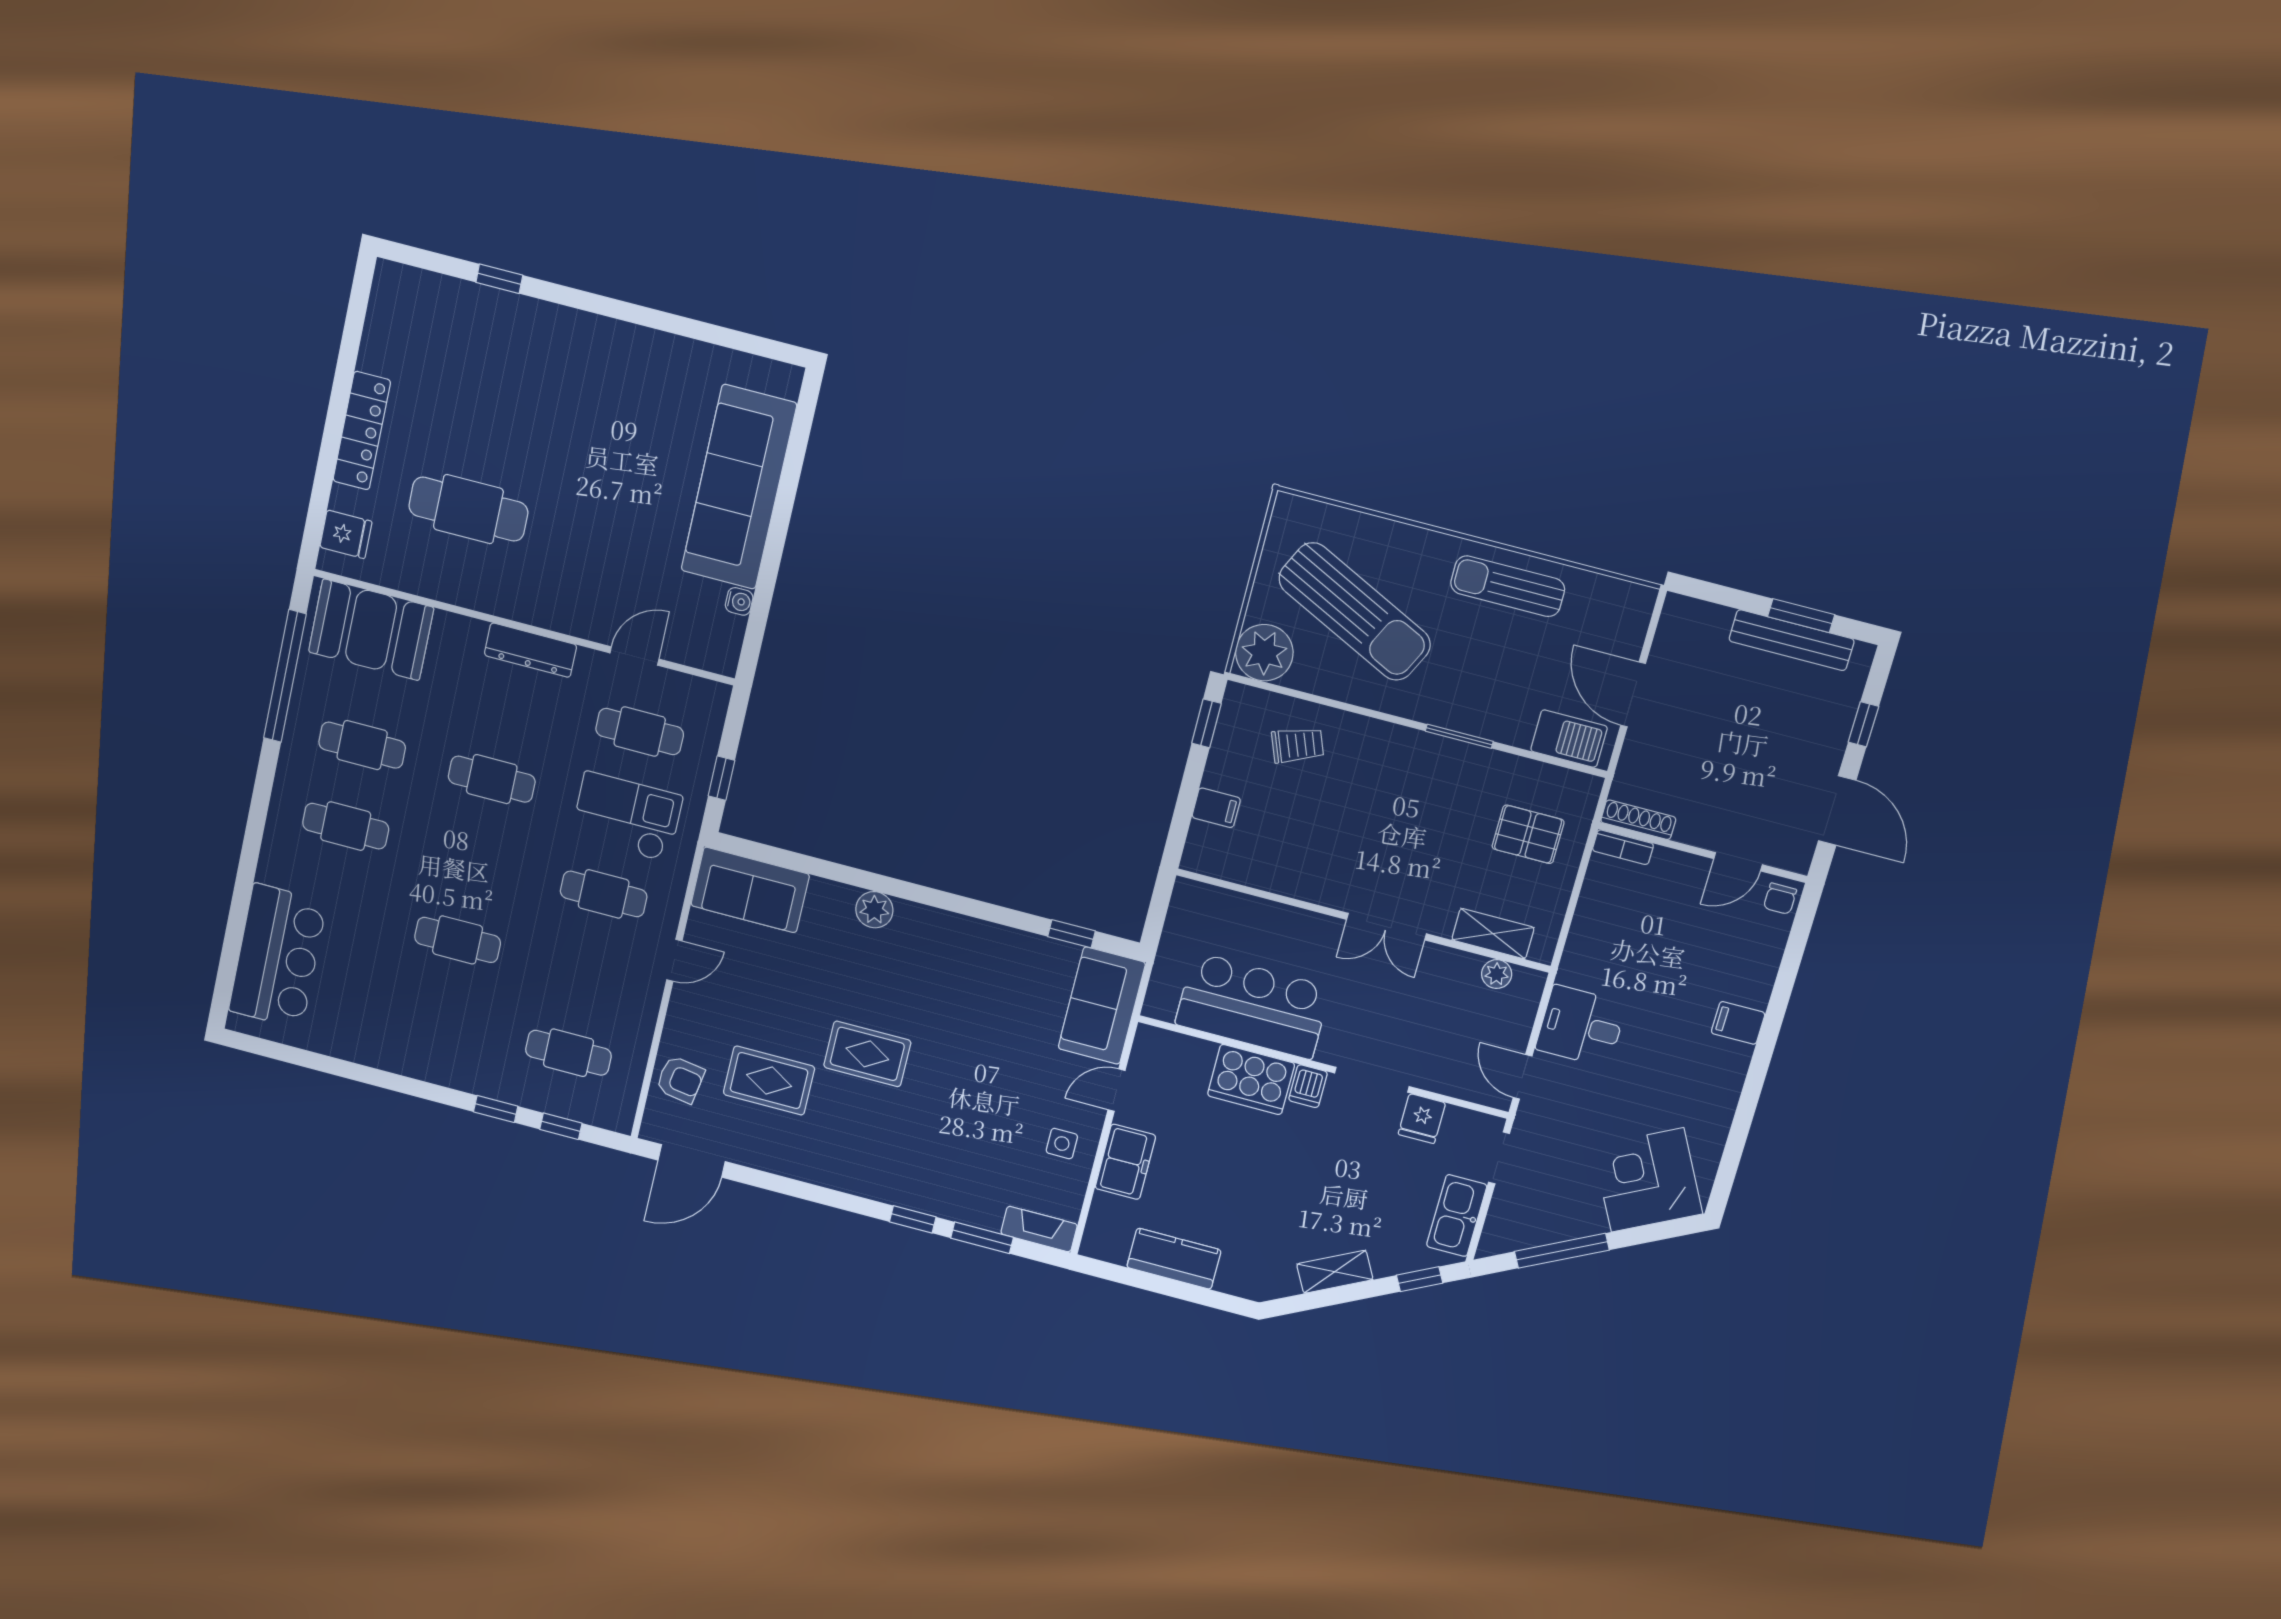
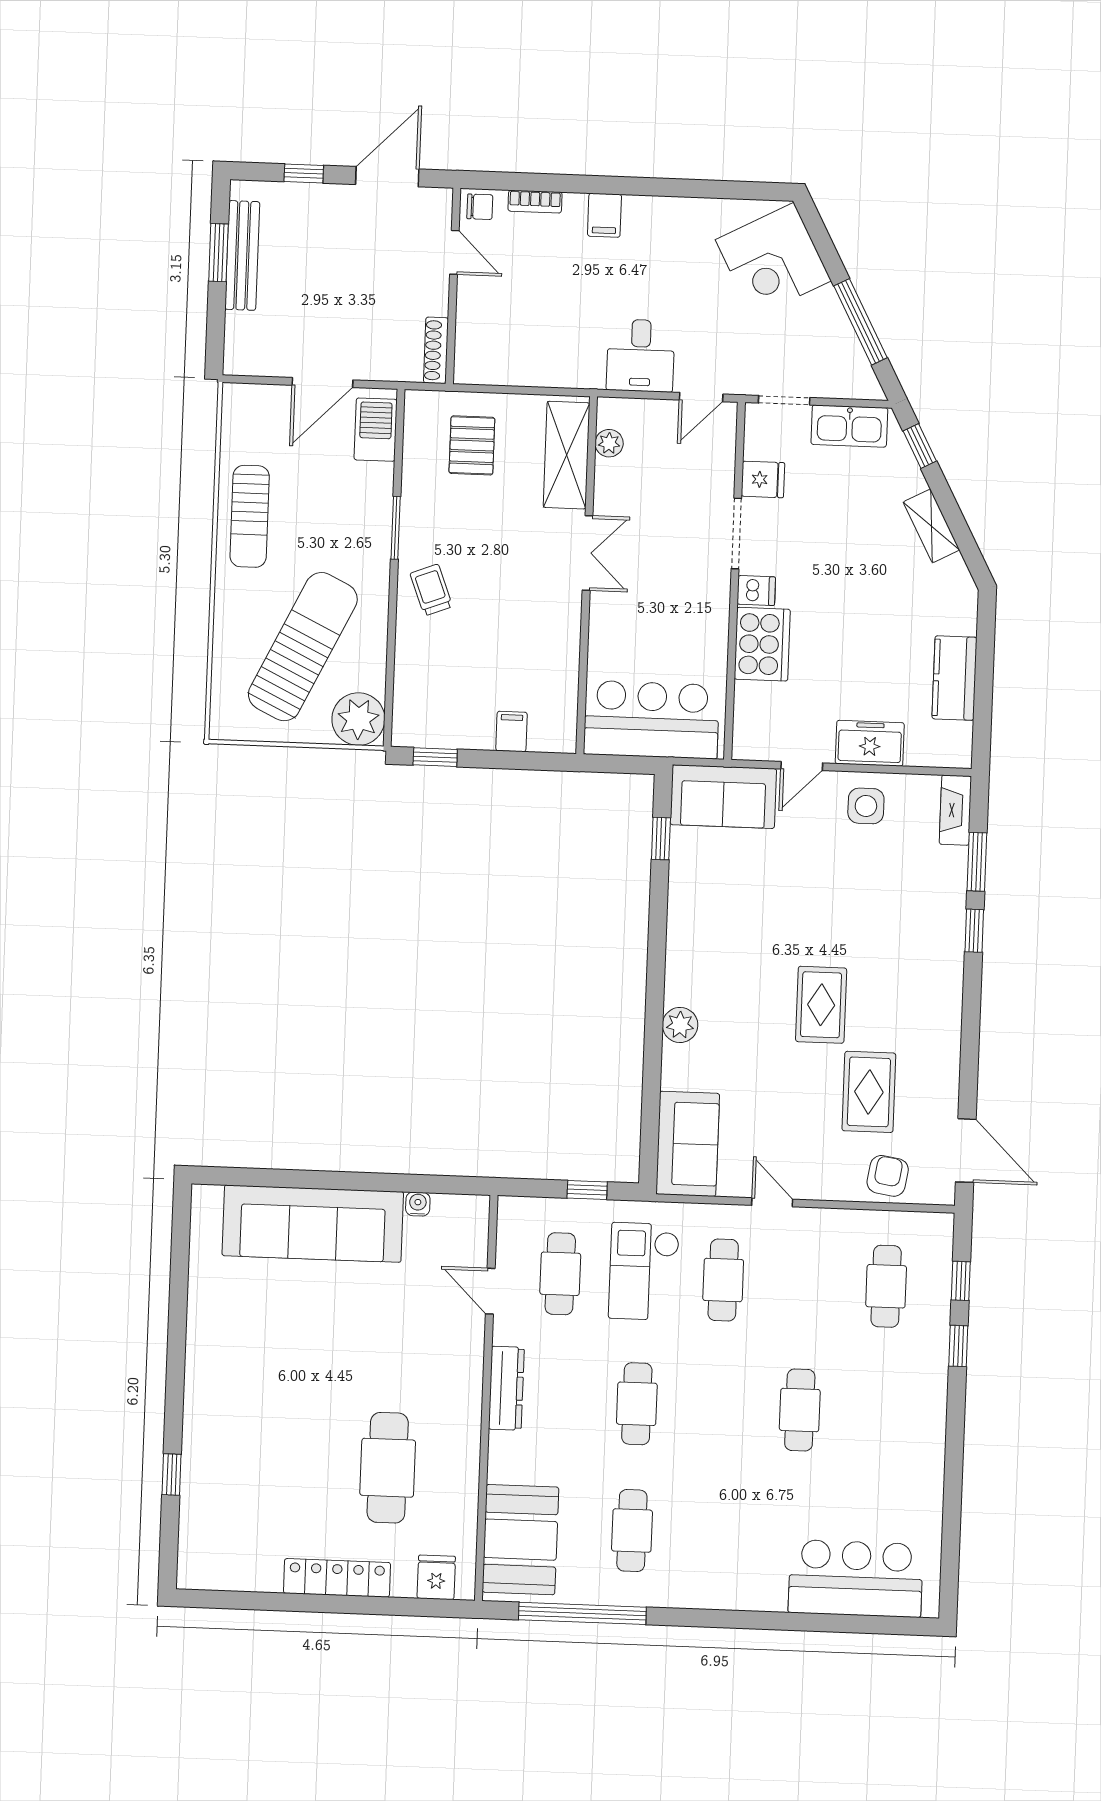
trolley: (1298, 745) -> (431, 590), moved
cafe table: (346, 826) -> (713, 1534), removed
bookcase: (1623, 847) -> (535, 202), moved, turned 90
shelving: (1493, 934) -> (567, 455), width x1.50, depth x1.33
bar counter: (1253, 1006) -> (651, 720), moved, turned 90
door: (1117, 1090) -> (802, 766), hinge flipped
side table: (1062, 1144) -> (866, 806), width x1.37, depth x1.37

